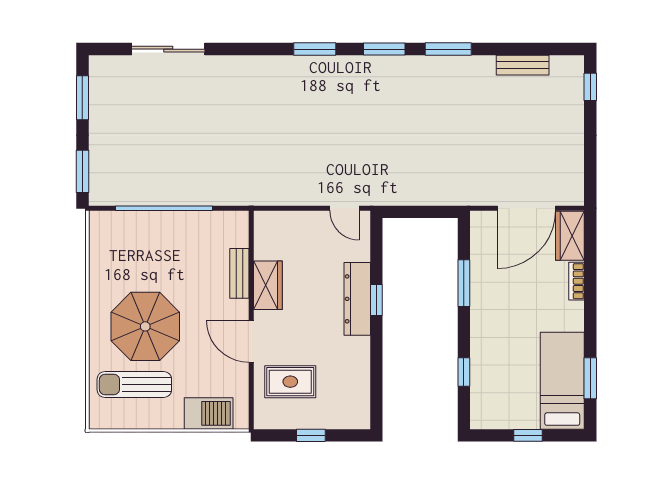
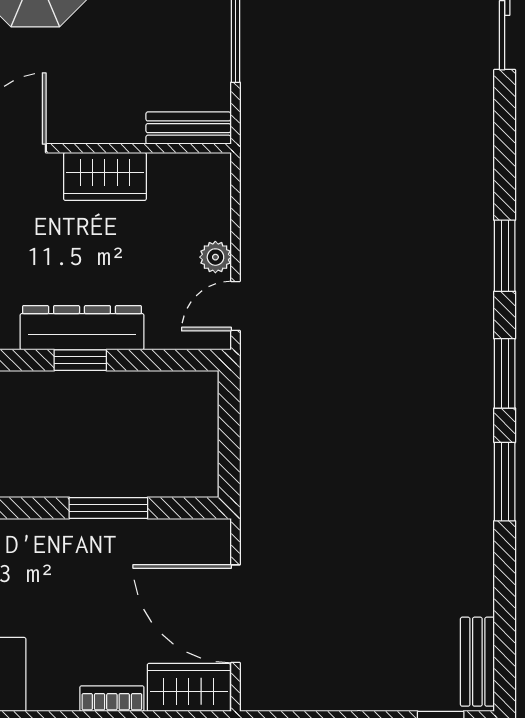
bench: (523, 65) -> (477, 662), moved
plant: (316, 220) -> (215, 257), added
bench: (239, 273) -> (188, 128), moved

